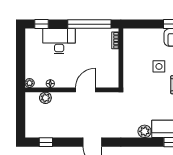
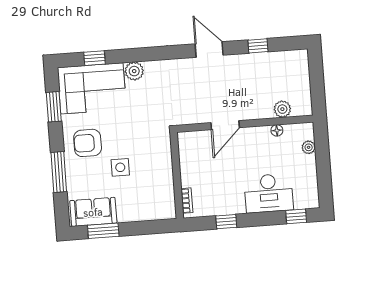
window: (89, 24) -> (226, 222), width x0.32
plant: (30, 83) -> (309, 147), moved
window: (46, 142) -> (258, 46), moved

